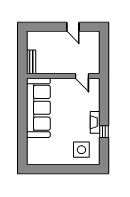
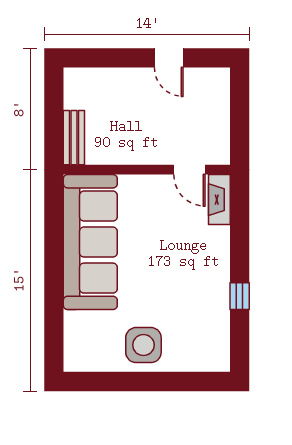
fireplace: (95, 122) -> (219, 200), moved
side table: (81, 150) -> (143, 345), moved

